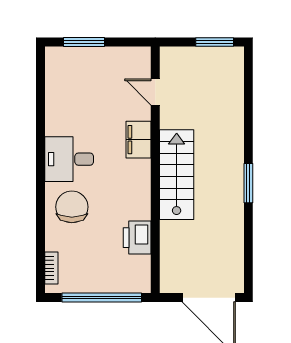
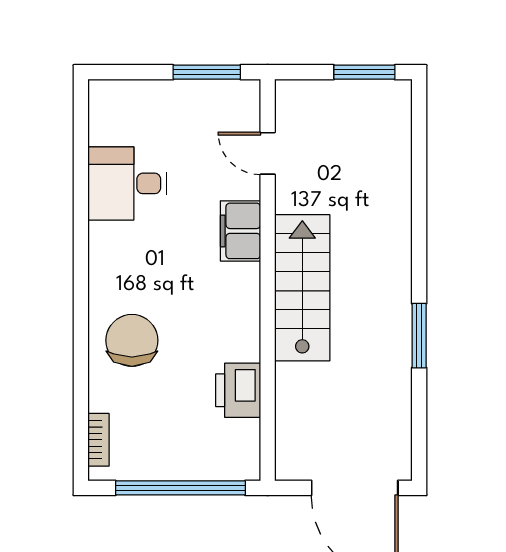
window: (84, 42) -> (207, 72), moved
desk: (69, 159) -> (127, 183), moved
window: (248, 183) -> (419, 336), moved

